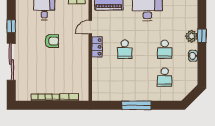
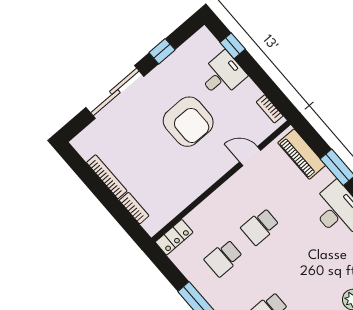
armchair: (52, 41) -> (188, 122), width x1.88, depth x1.88
locker: (97, 47) -> (174, 237), moved
school desk: (165, 49) -> (224, 258), moved

